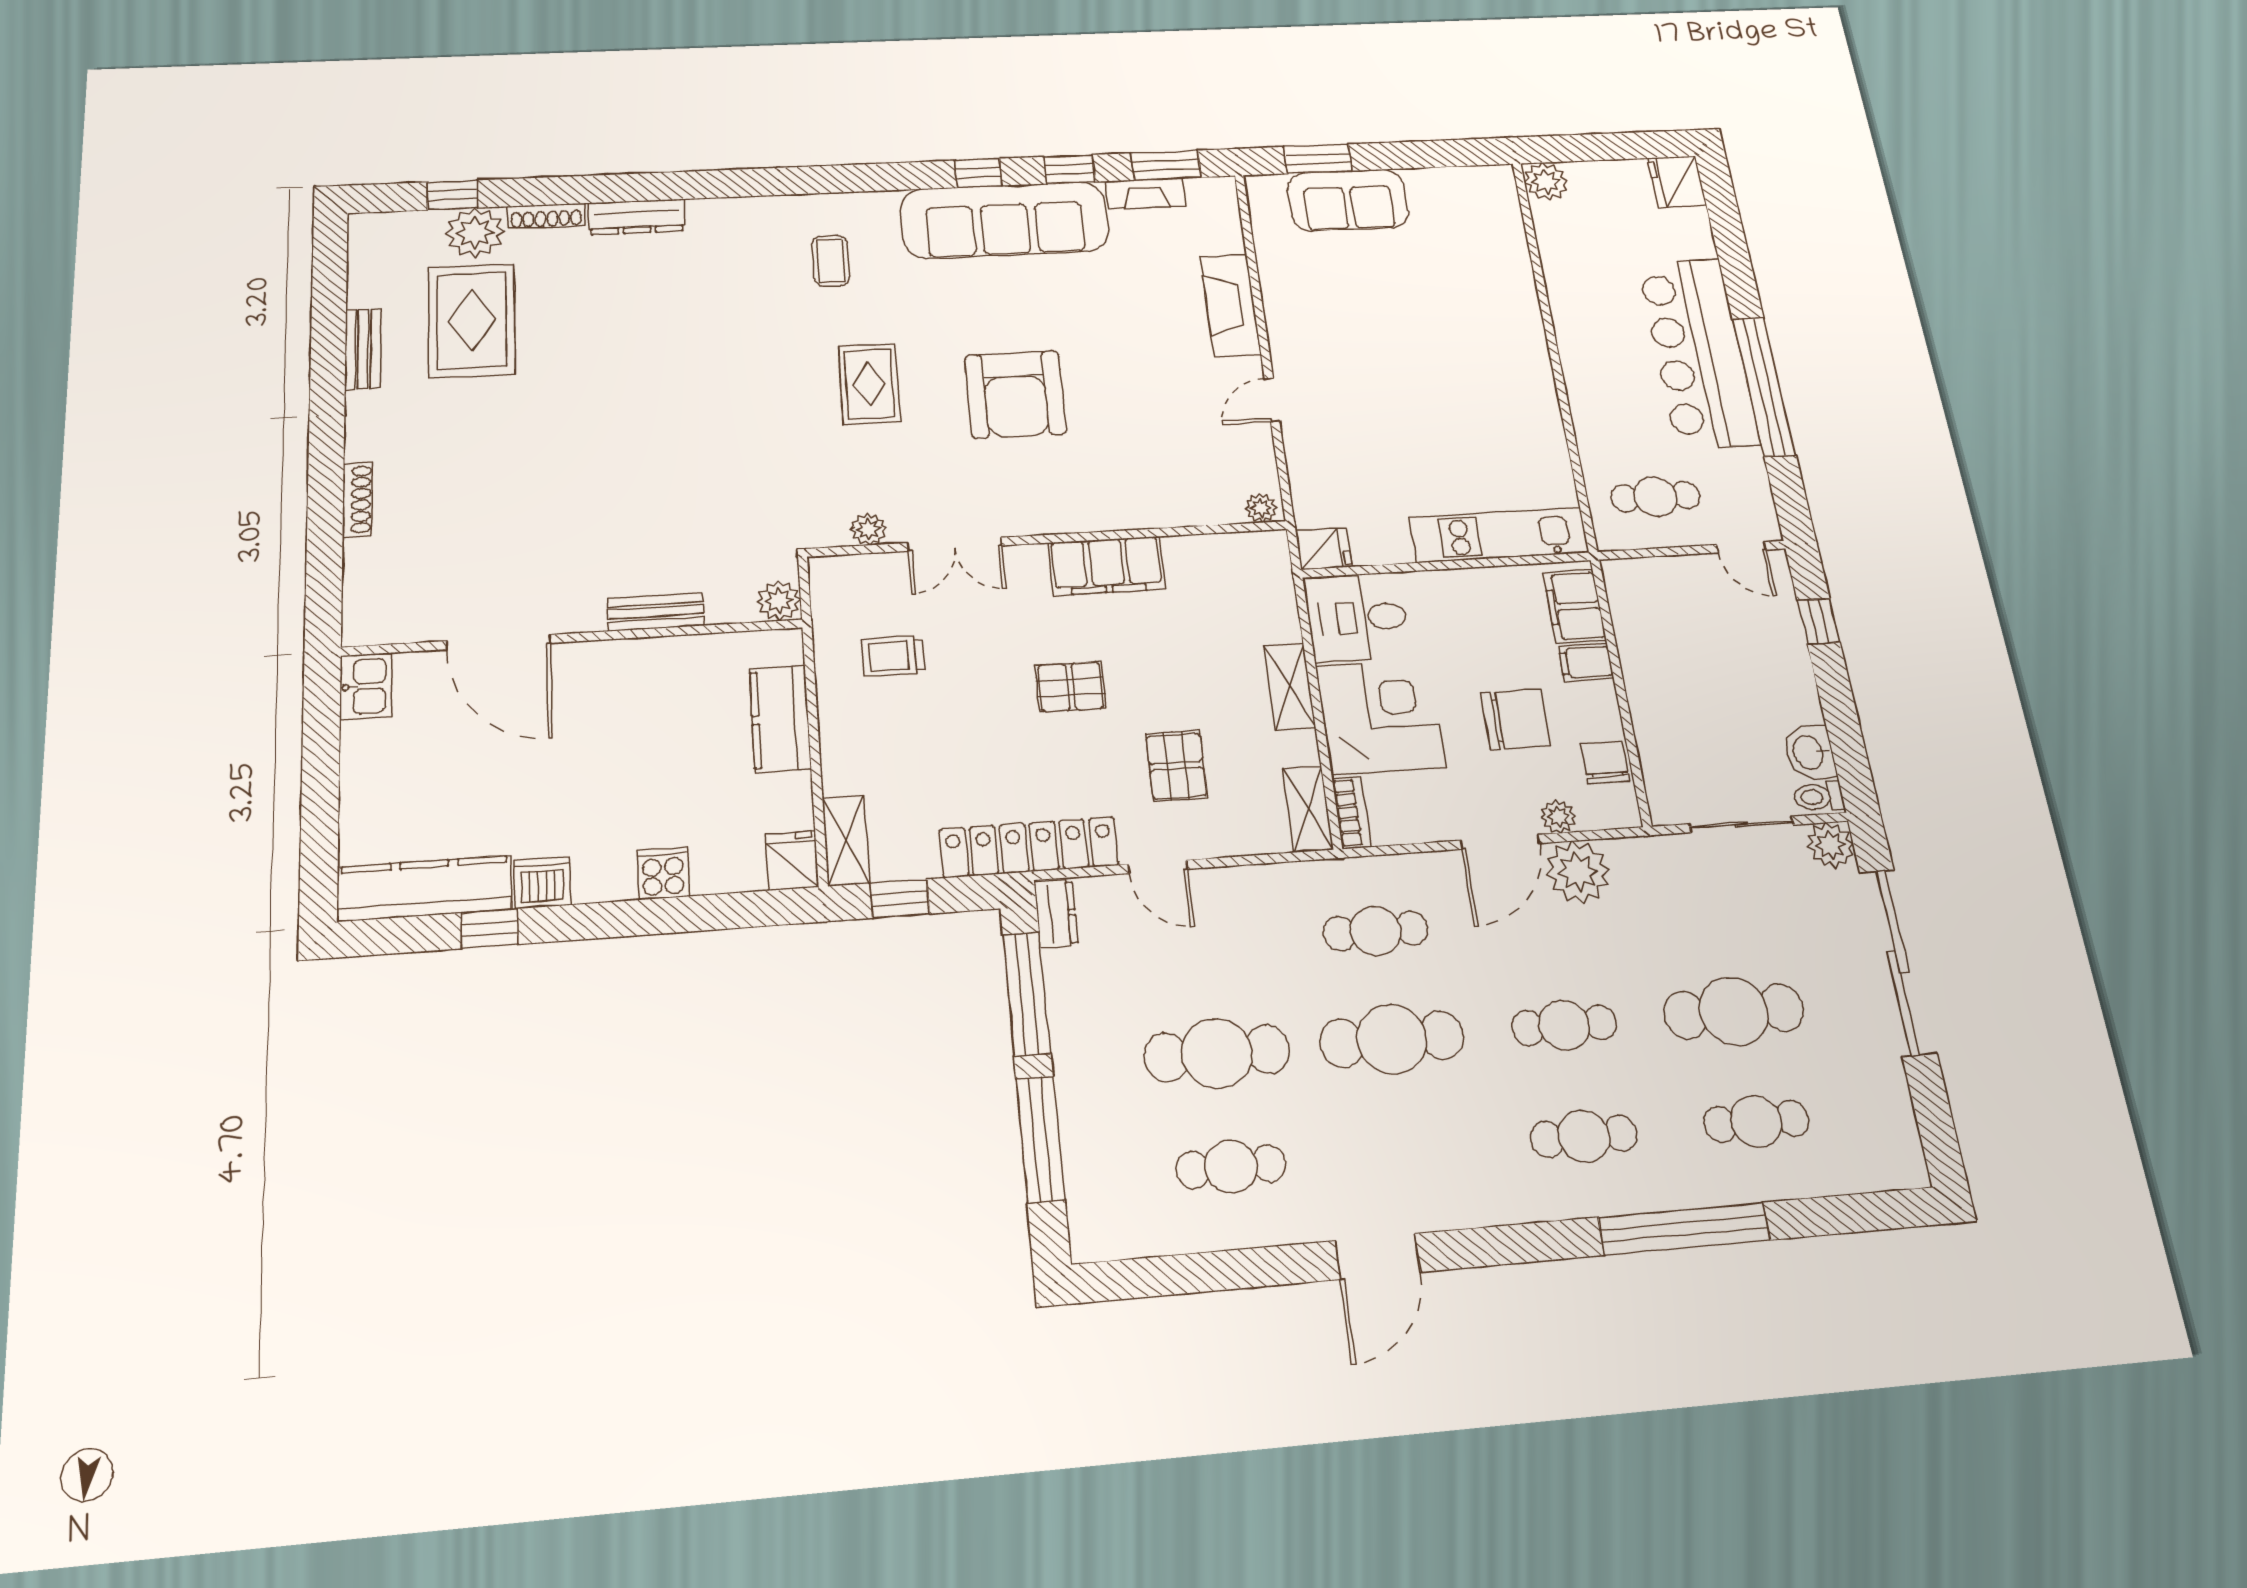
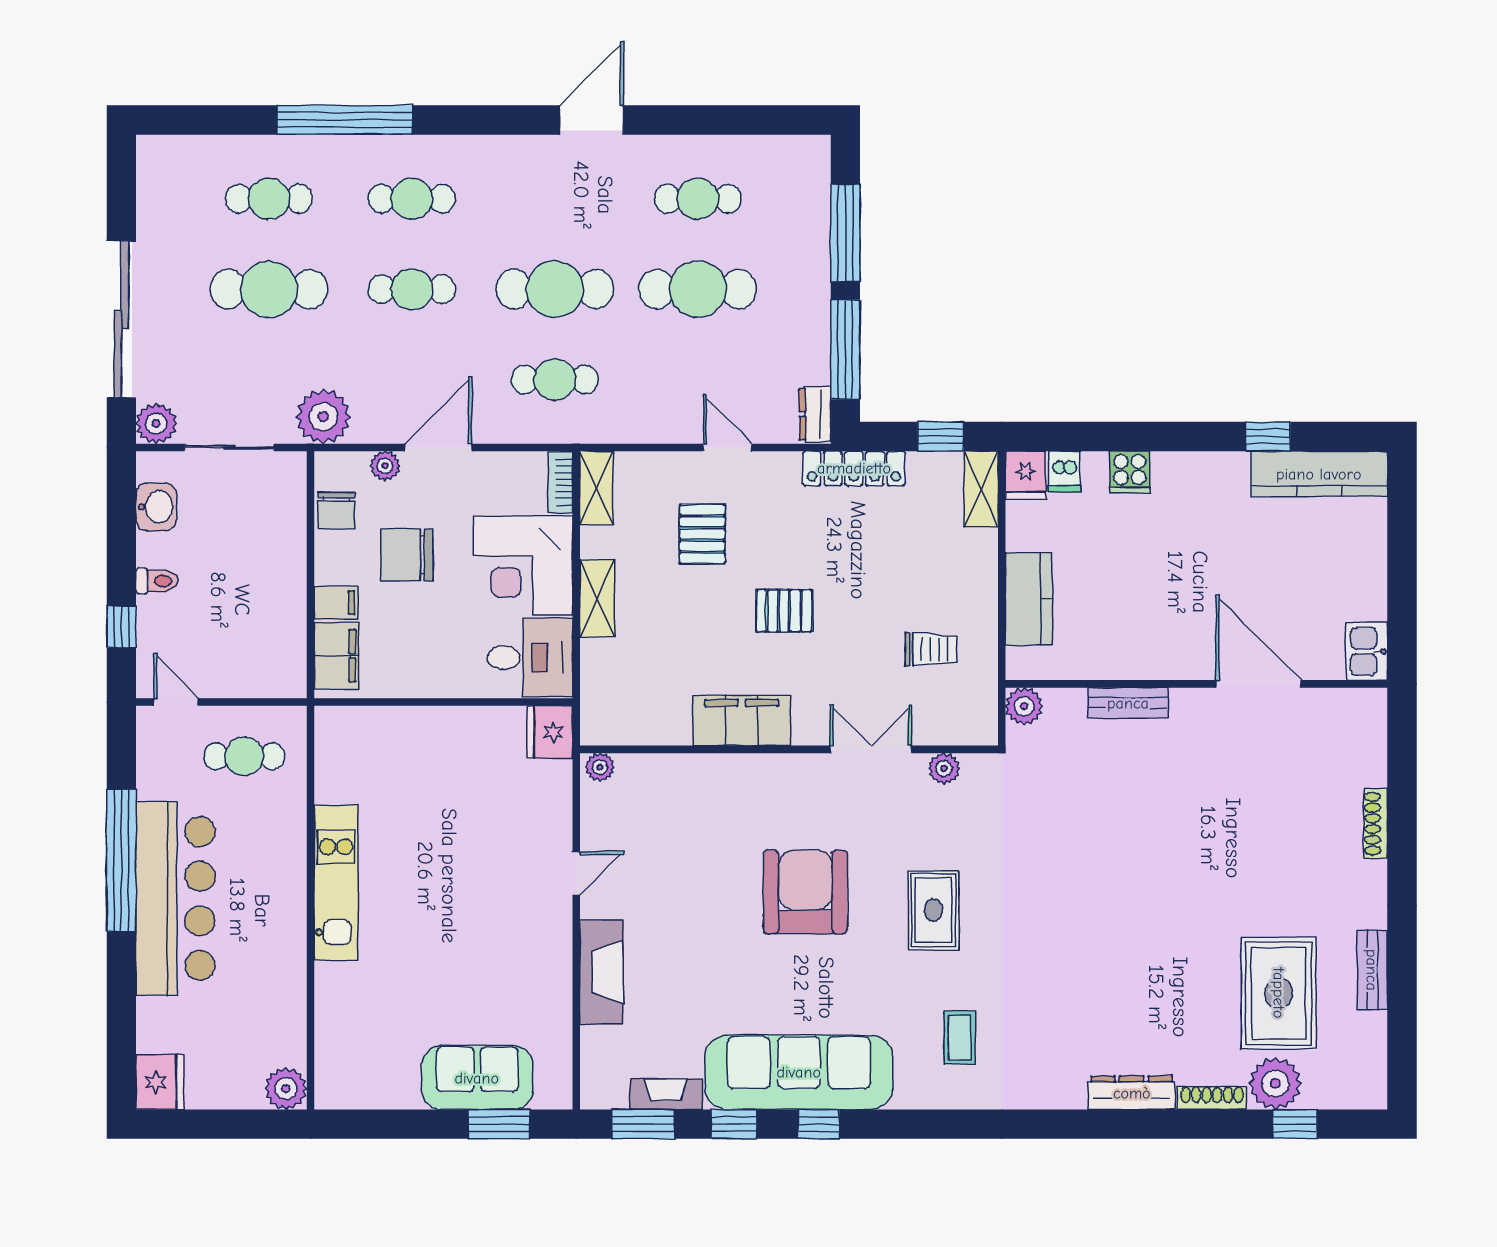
kitchen unit: (1499, 535) -> (336, 883), moved, turned -90
fridge: (1324, 549) -> (550, 732), width x1.38
toilet: (1818, 797) -> (157, 581), moved
locker: (1029, 847) -> (854, 468), width x0.71, depth x0.83
plant: (1578, 872) -> (323, 417), moved
dishwasher: (542, 883) -> (1065, 472), moved, width x0.73

